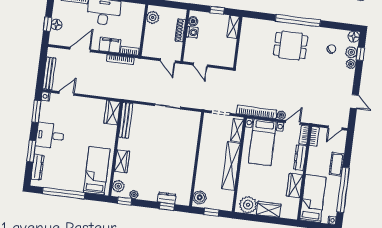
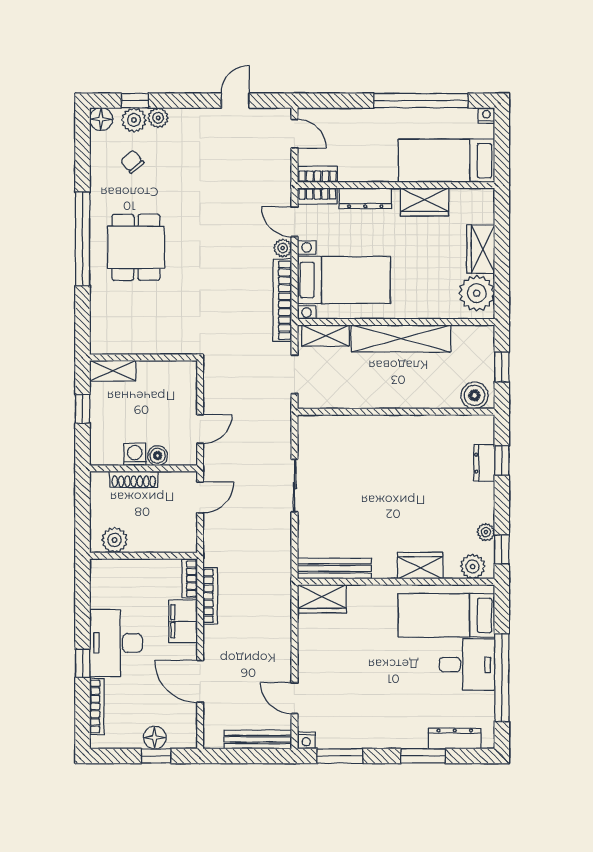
boiler: (193, 21) -> (158, 456), moved
desk: (50, 136) -> (467, 665), moved, turned -90
cot: (337, 164) -> (369, 121), removed

